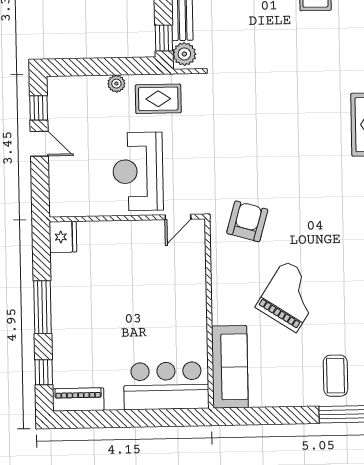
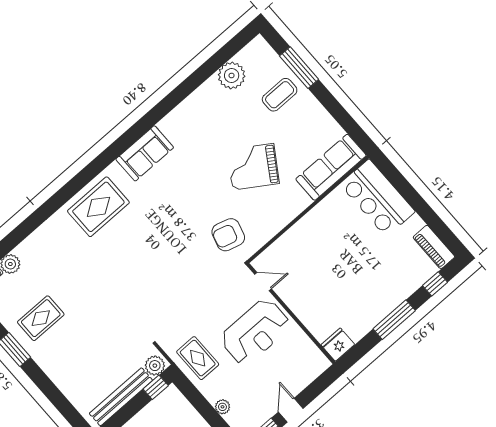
plant: (116, 84) -> (222, 407), moved

